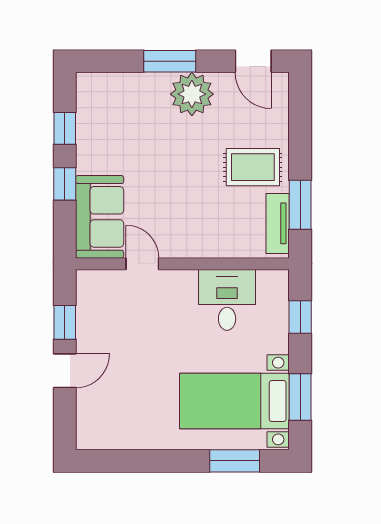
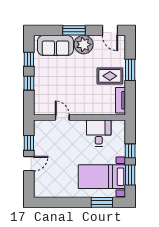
window: (300, 205) -> (130, 70), moved
sofa: (100, 217) -> (55, 45), moved, turned 90
window: (300, 317) -> (130, 151), moved

